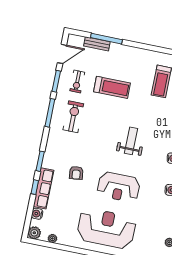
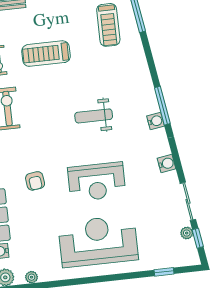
treadmill: (112, 87) -> (46, 54), turned 180
weight bench: (131, 141) -> (94, 116), turned -90

